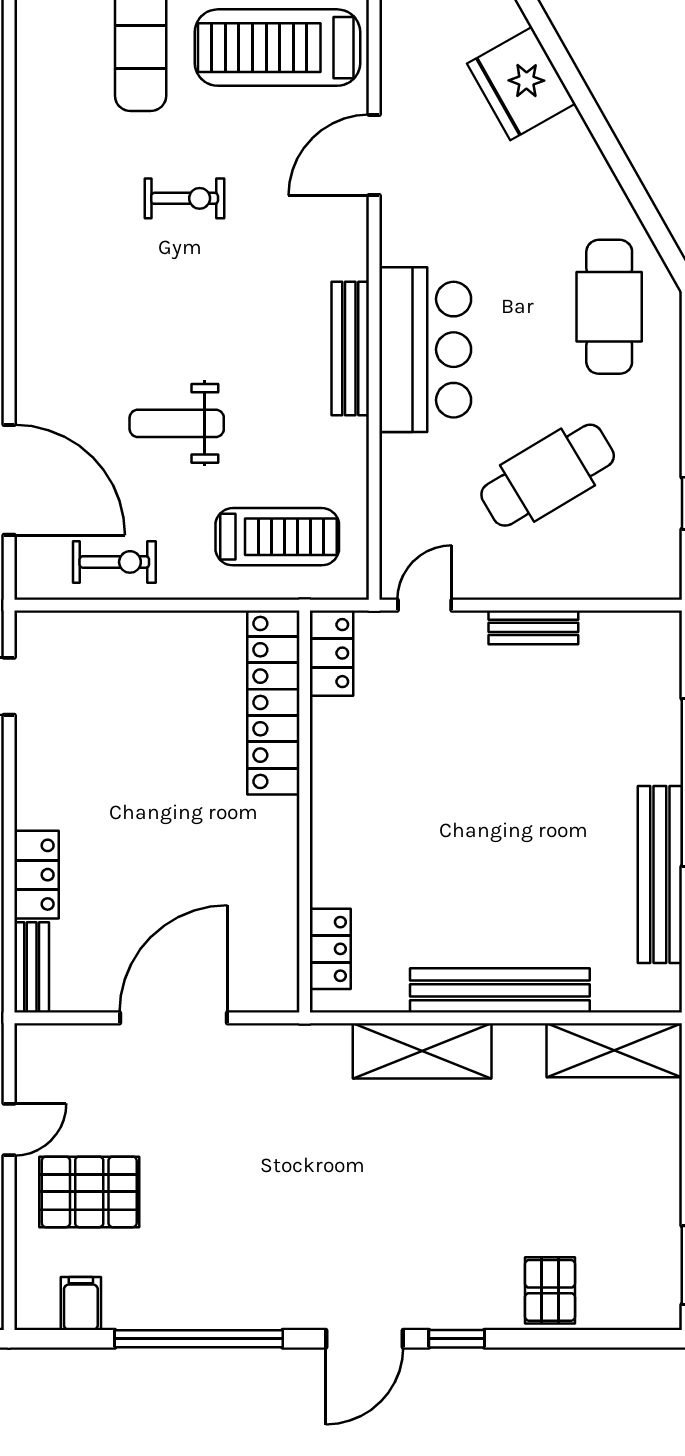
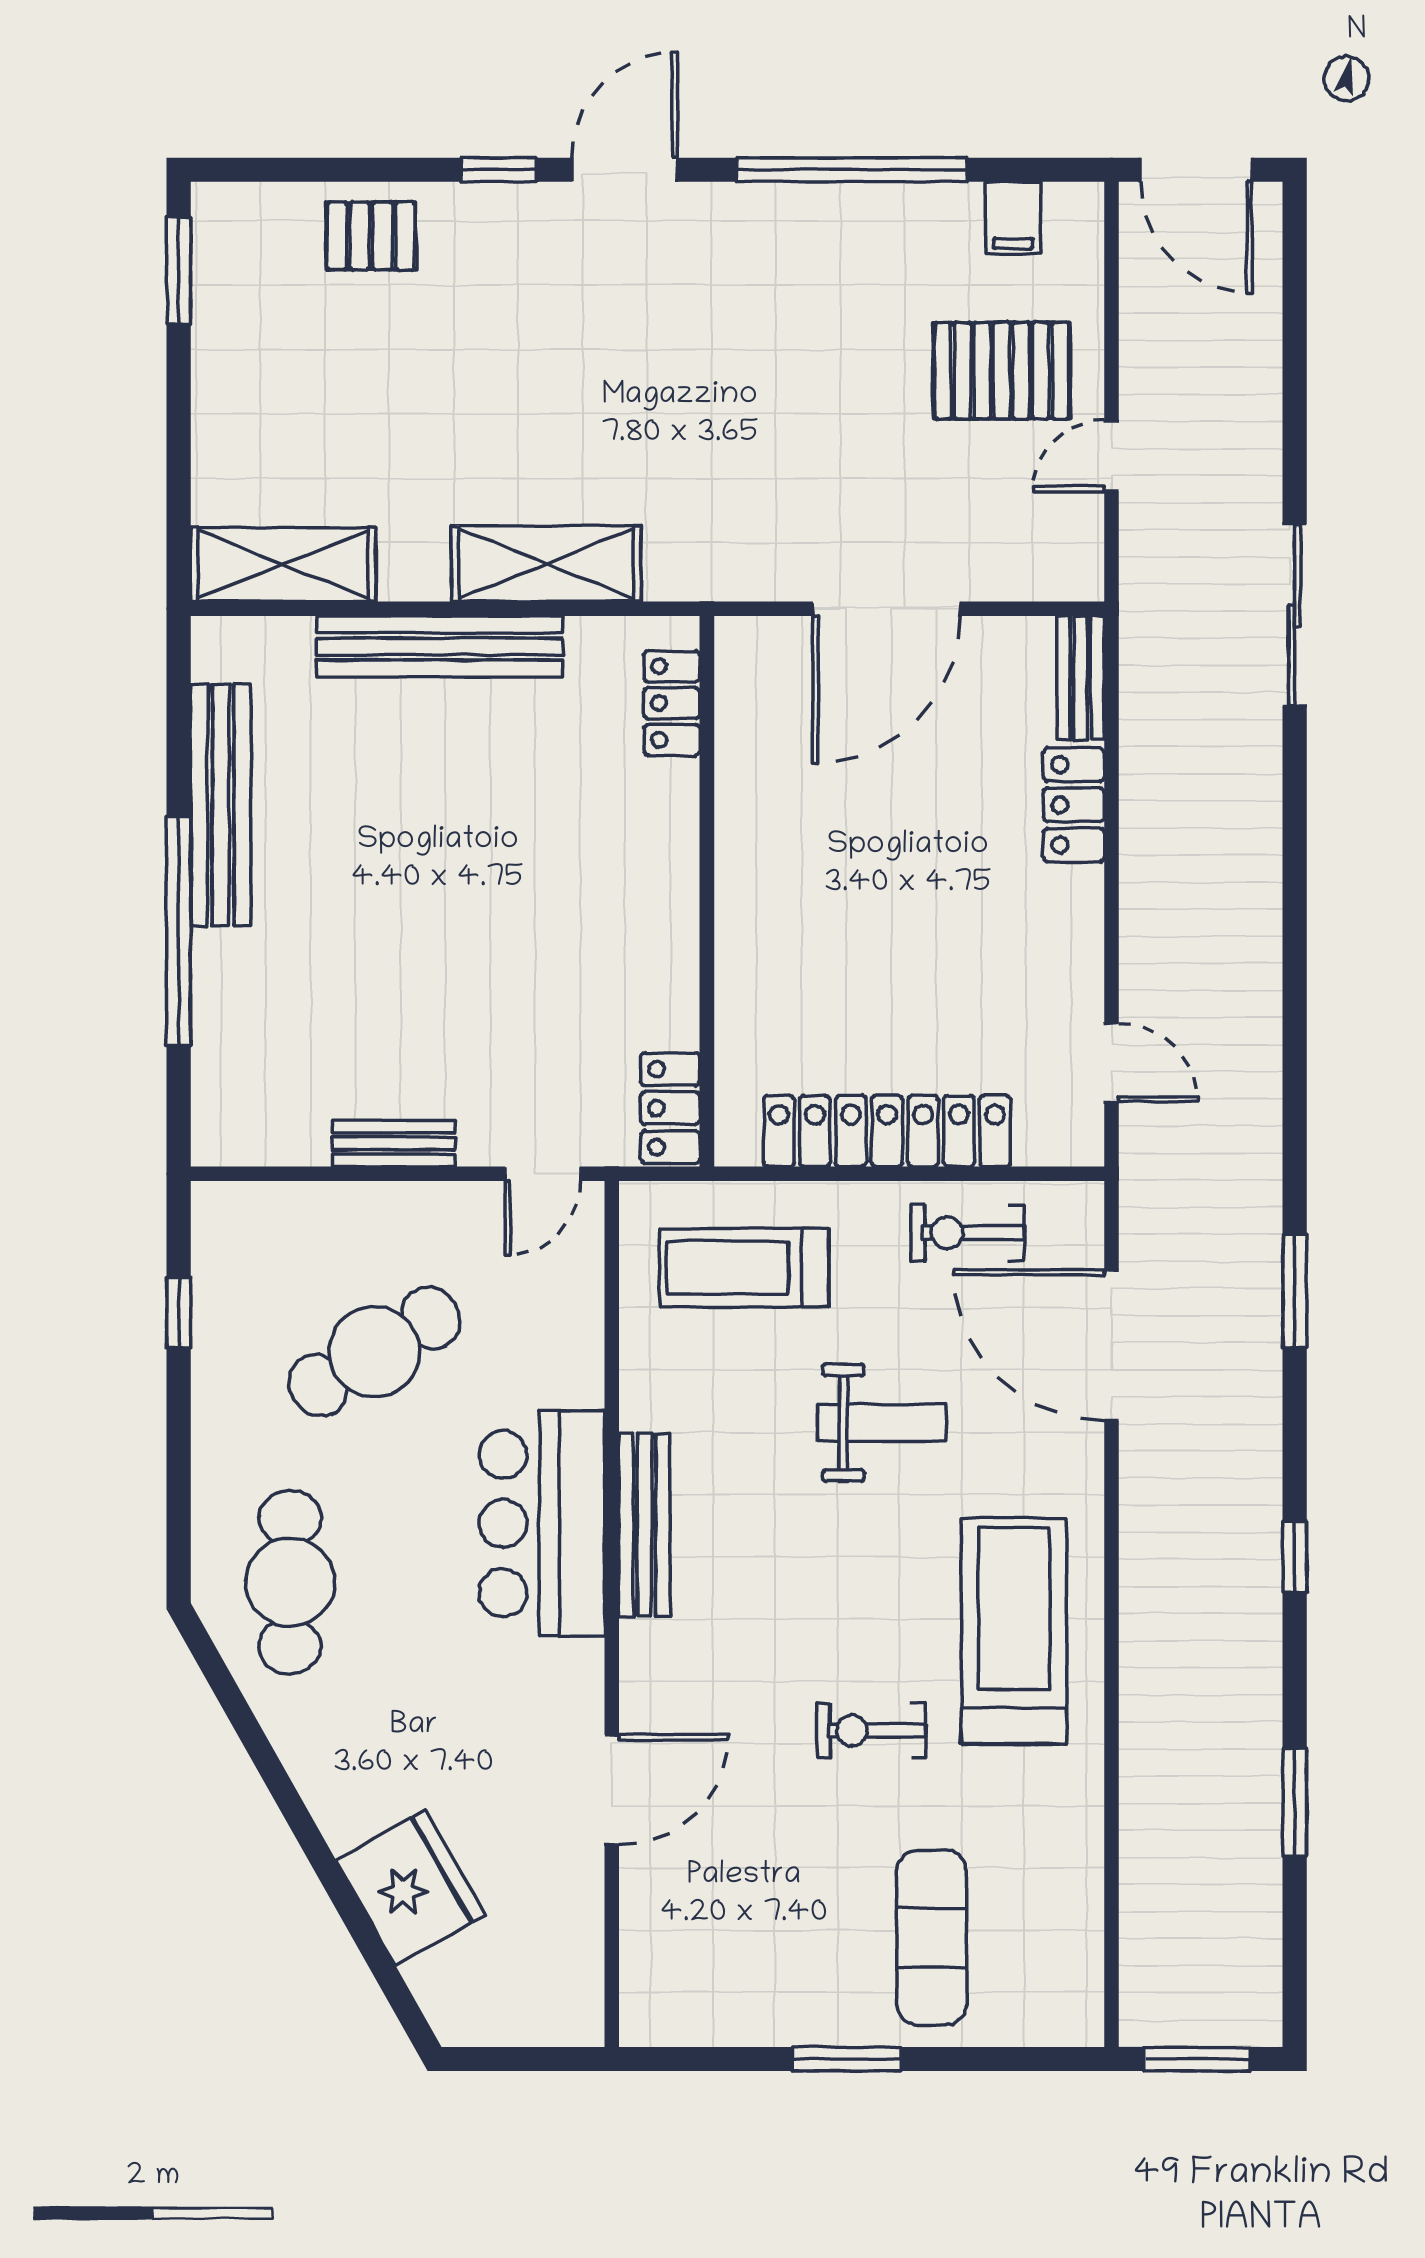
treadmill: (277, 48) -> (1014, 1631), moved, turned -90
locker: (273, 702) -> (887, 1131), moved, turned -90
pallet: (550, 1290) -> (371, 236), turned 90

